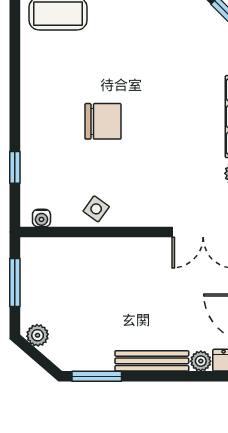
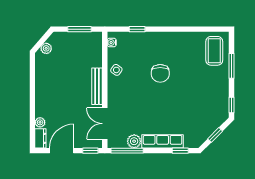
plant: (38, 335) -> (46, 48), moved
bench: (152, 361) -> (97, 86), moved
window: (97, 376) -> (32, 70), removed

